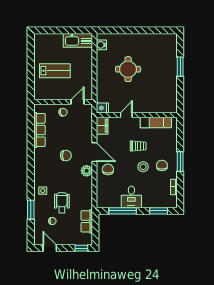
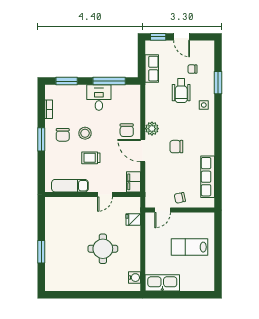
fridge: (102, 108) -> (133, 220), moved
door: (50, 248) -> (182, 37), moved

